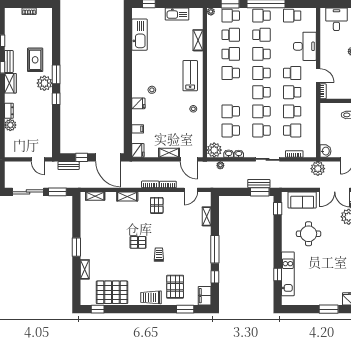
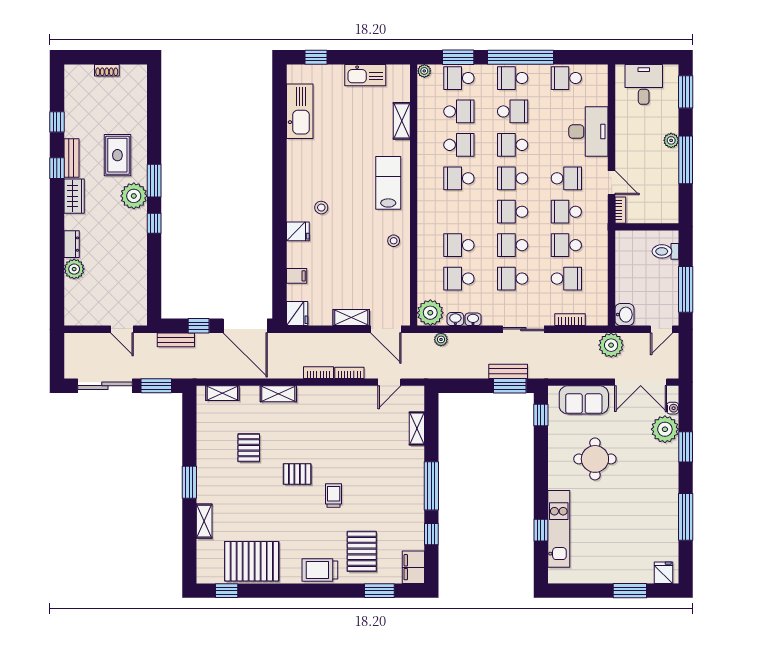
pallet: (157, 205) -> (249, 448), moved

